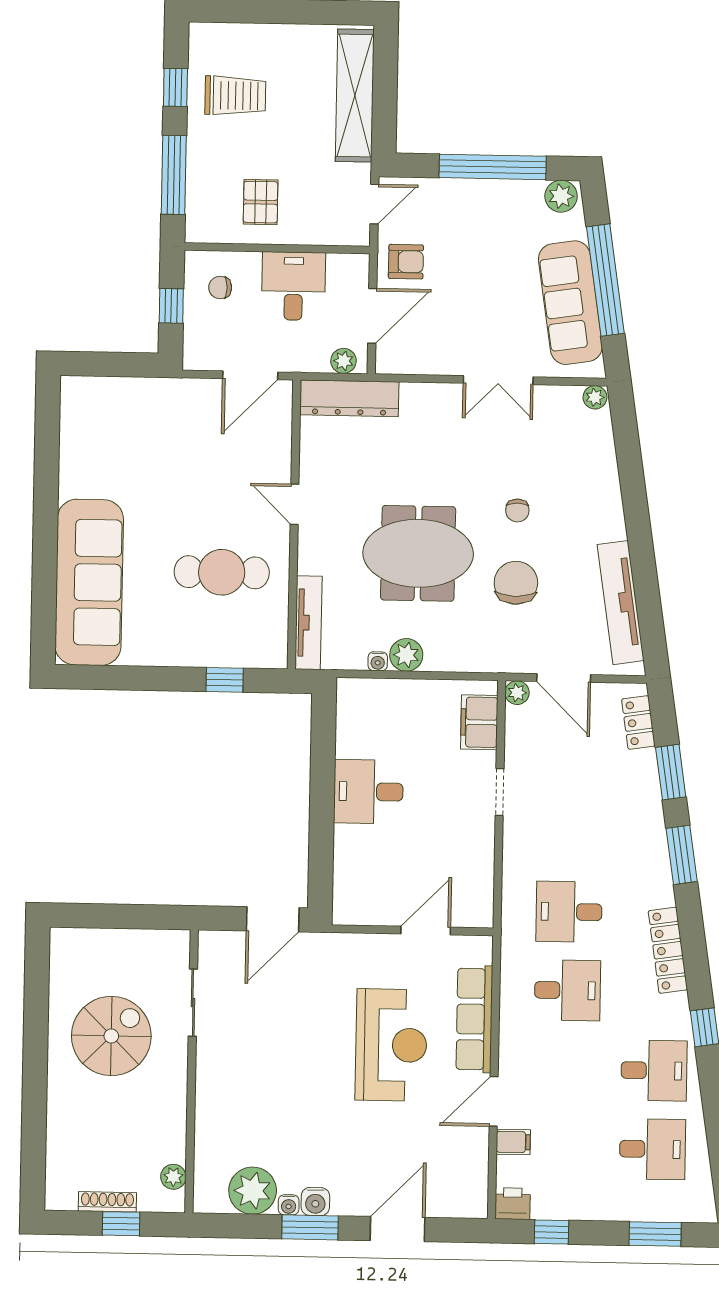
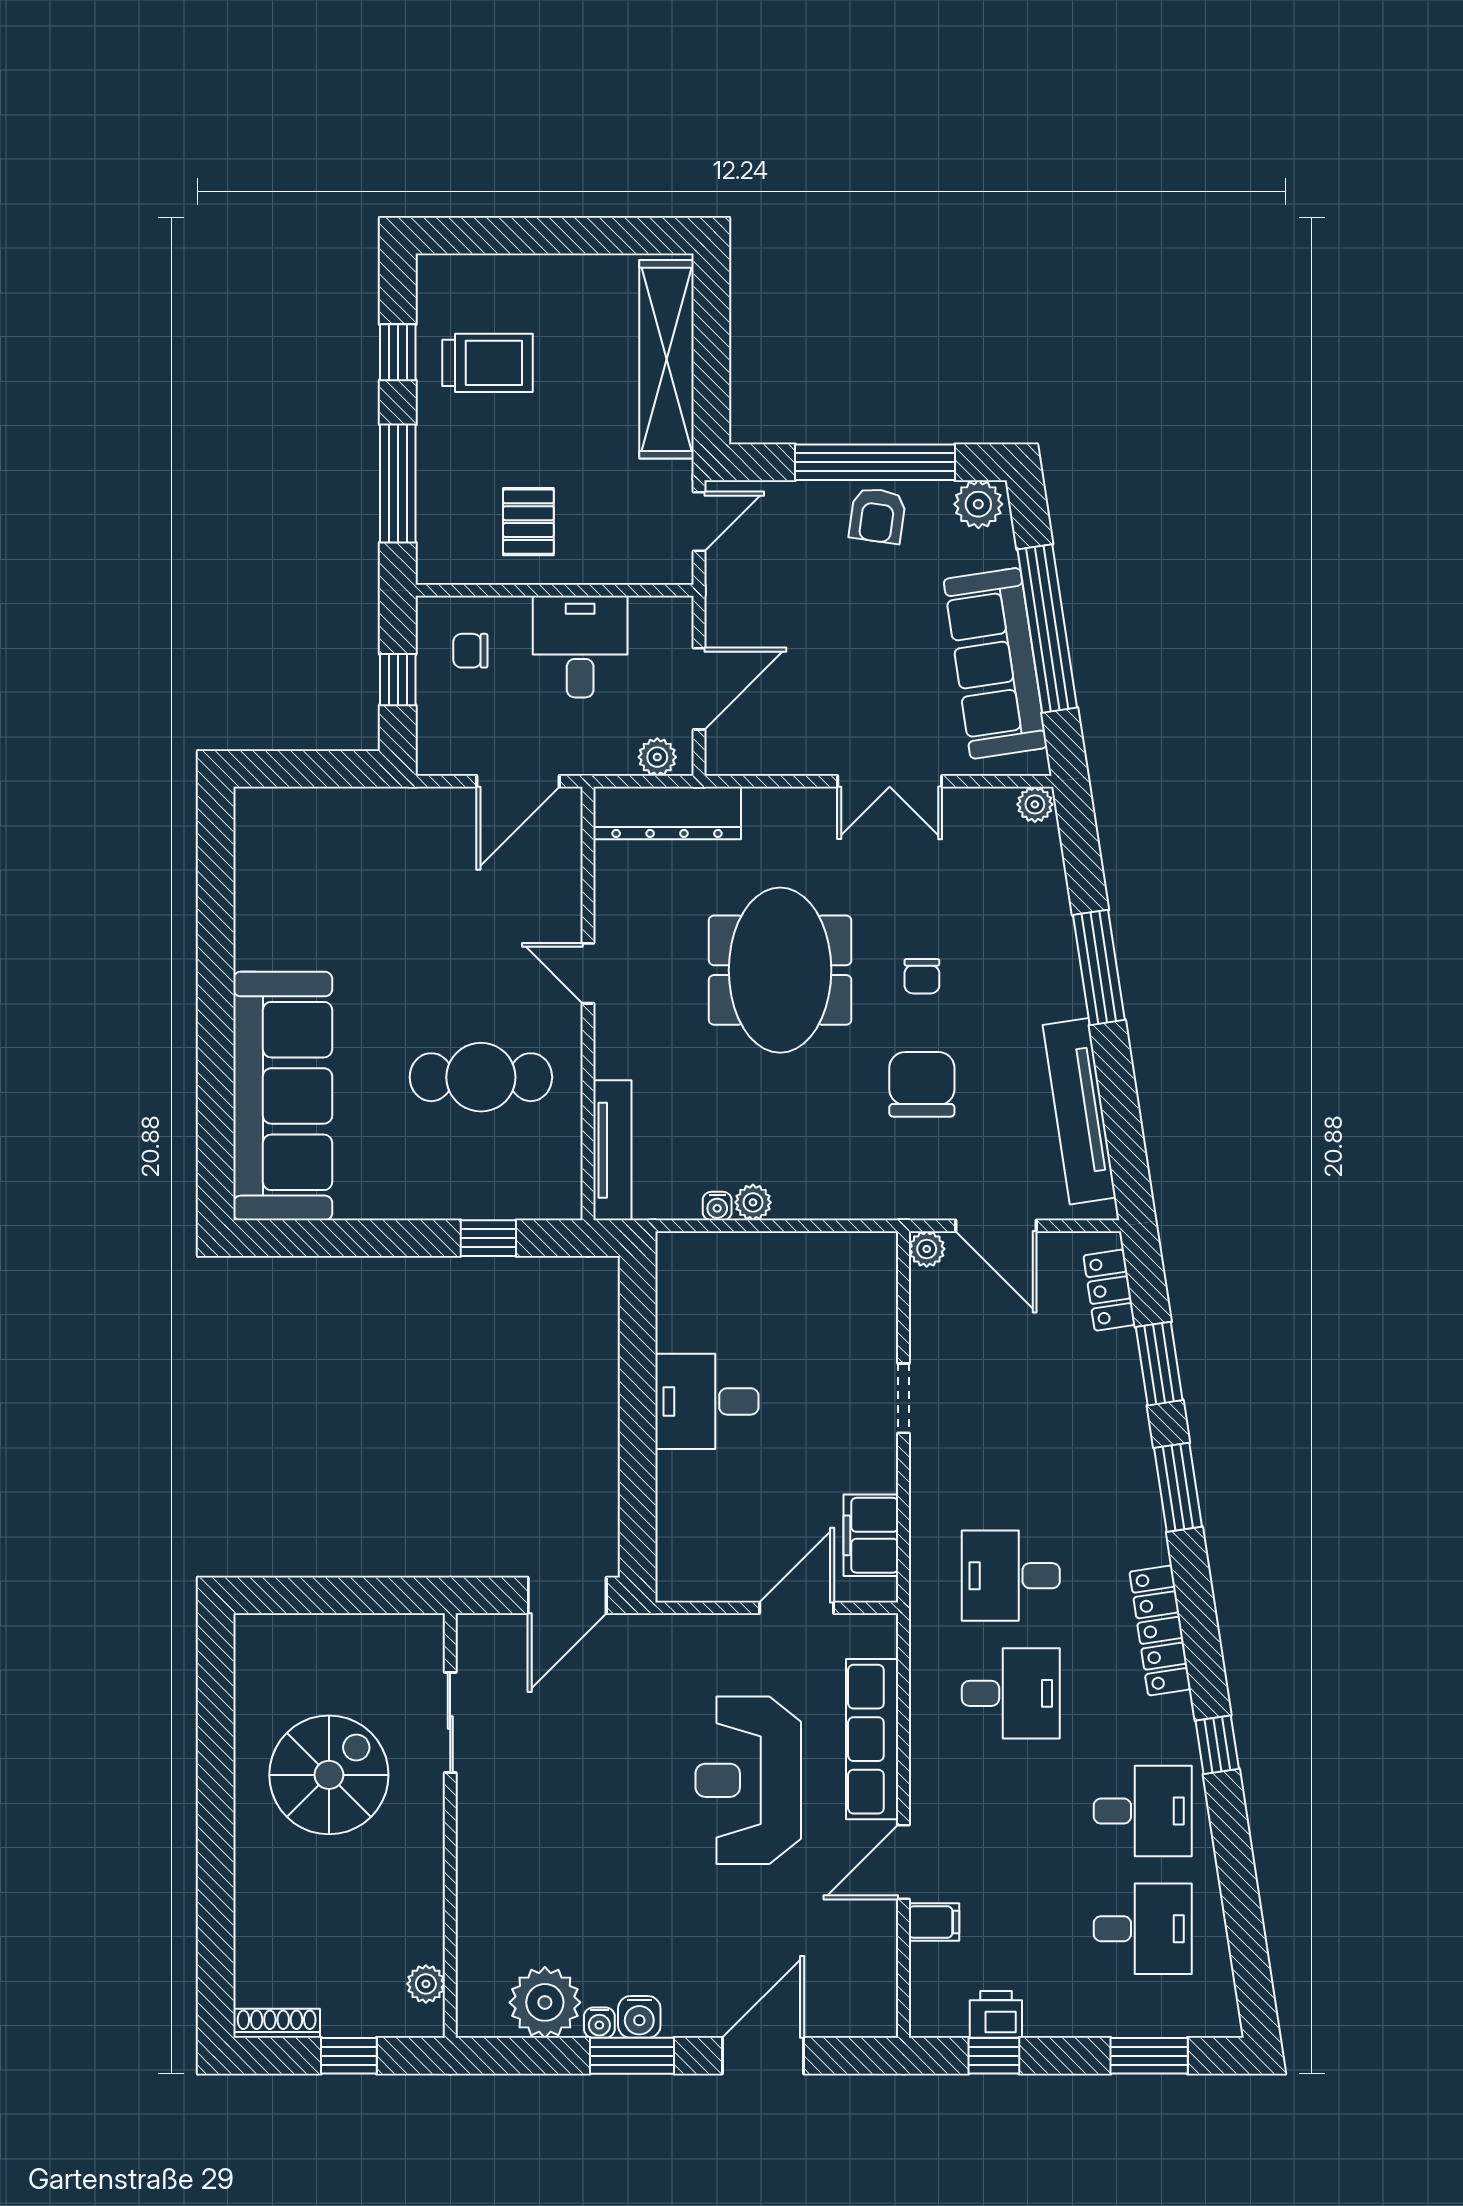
armchair: (406, 262) -> (877, 515), moved, turned 98
window: (636, 507) -> (1099, 967), added
meeting table: (418, 553) -> (780, 970), moved, turned 90
plant: (406, 655) -> (753, 1202), width x0.73, depth x0.73
filing cabinet: (479, 722) -> (871, 1535), moved
reception desk: (391, 1045) -> (748, 1780), turned 180
shoe rack: (107, 1202) -> (277, 2023), moved
printer: (513, 1204) -> (996, 2014), moved

